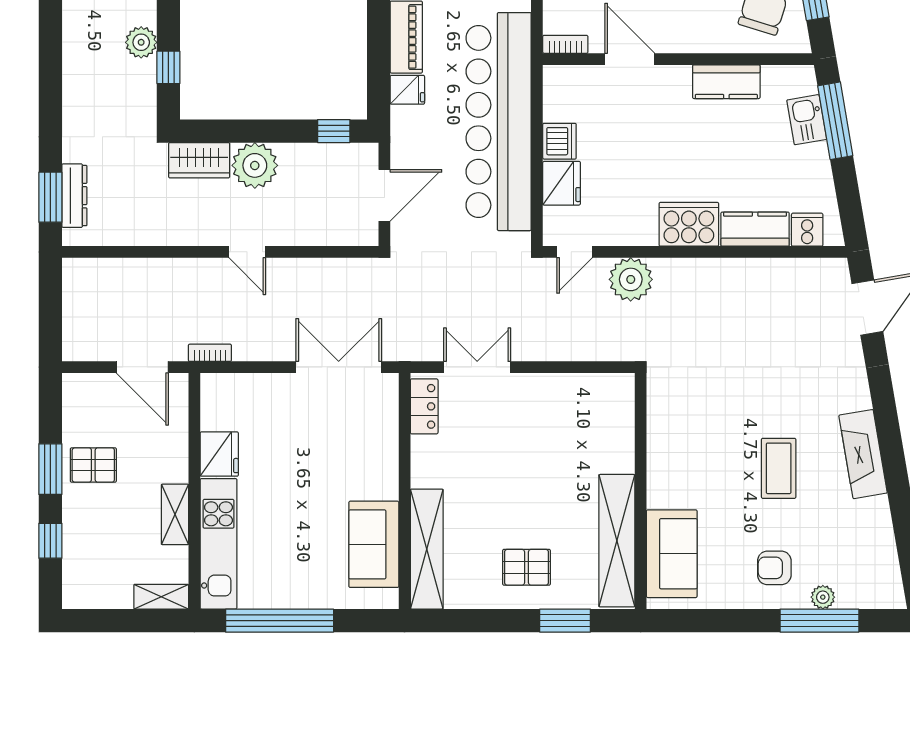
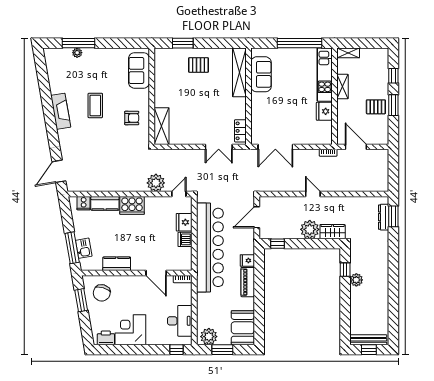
shelving: (617, 541) -> (162, 126), moved, width x0.68
armchair: (774, 568) -> (132, 118), moved

